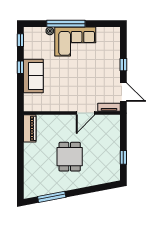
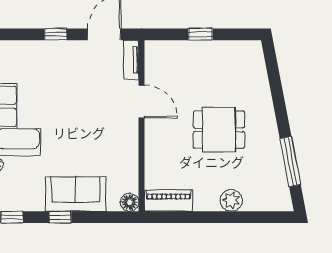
floor lamp: (29, 106) -> (130, 202), added
window: (123, 157) -> (200, 34), moved
plant: (30, 164) -> (231, 200), added

